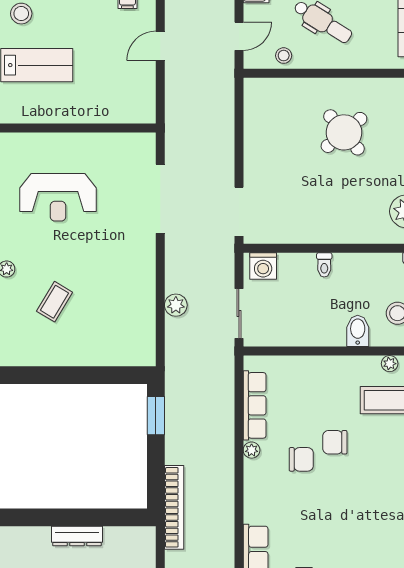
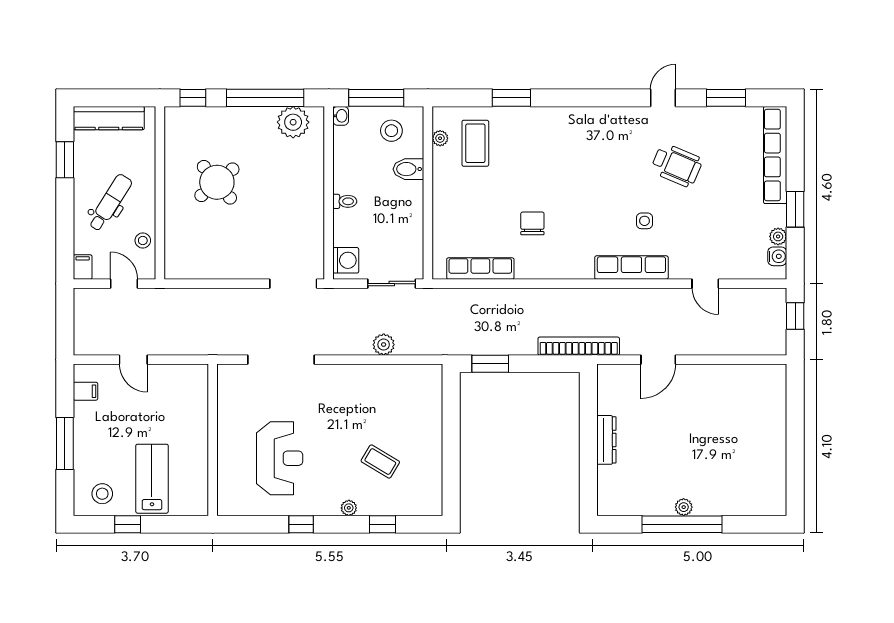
chair: (335, 442) -> (516, 191), removed
plant: (252, 450) -> (523, 271), removed

